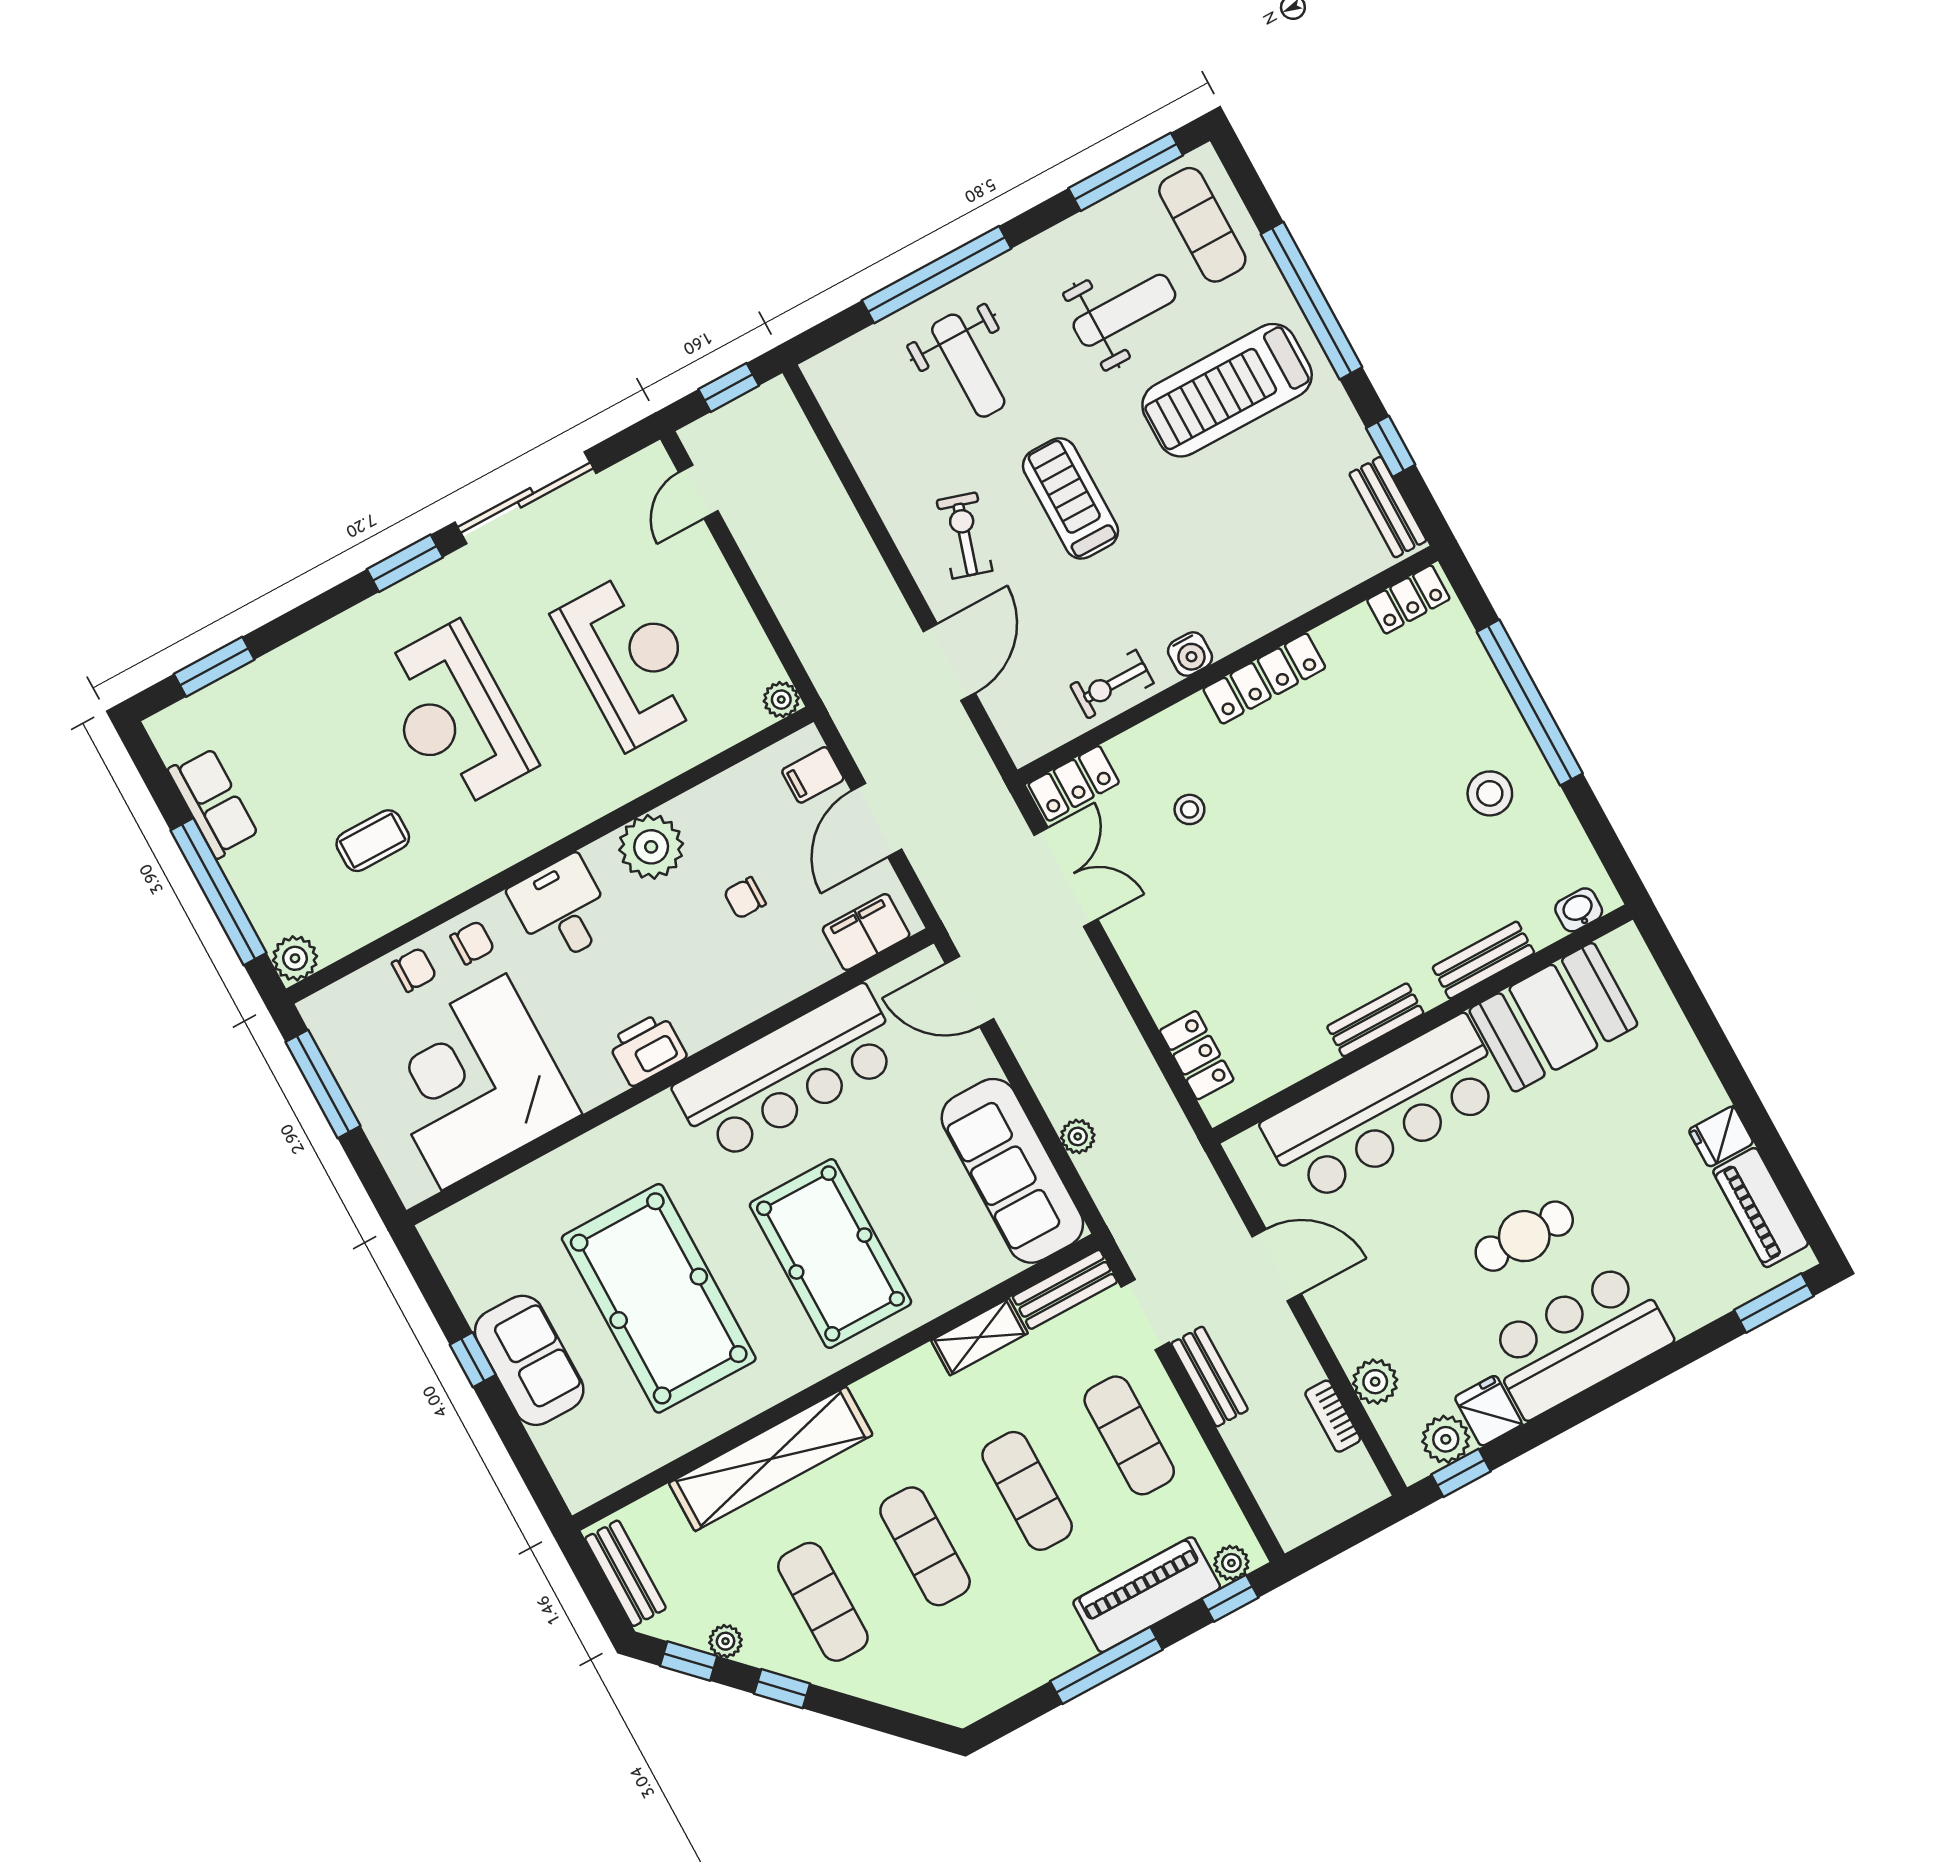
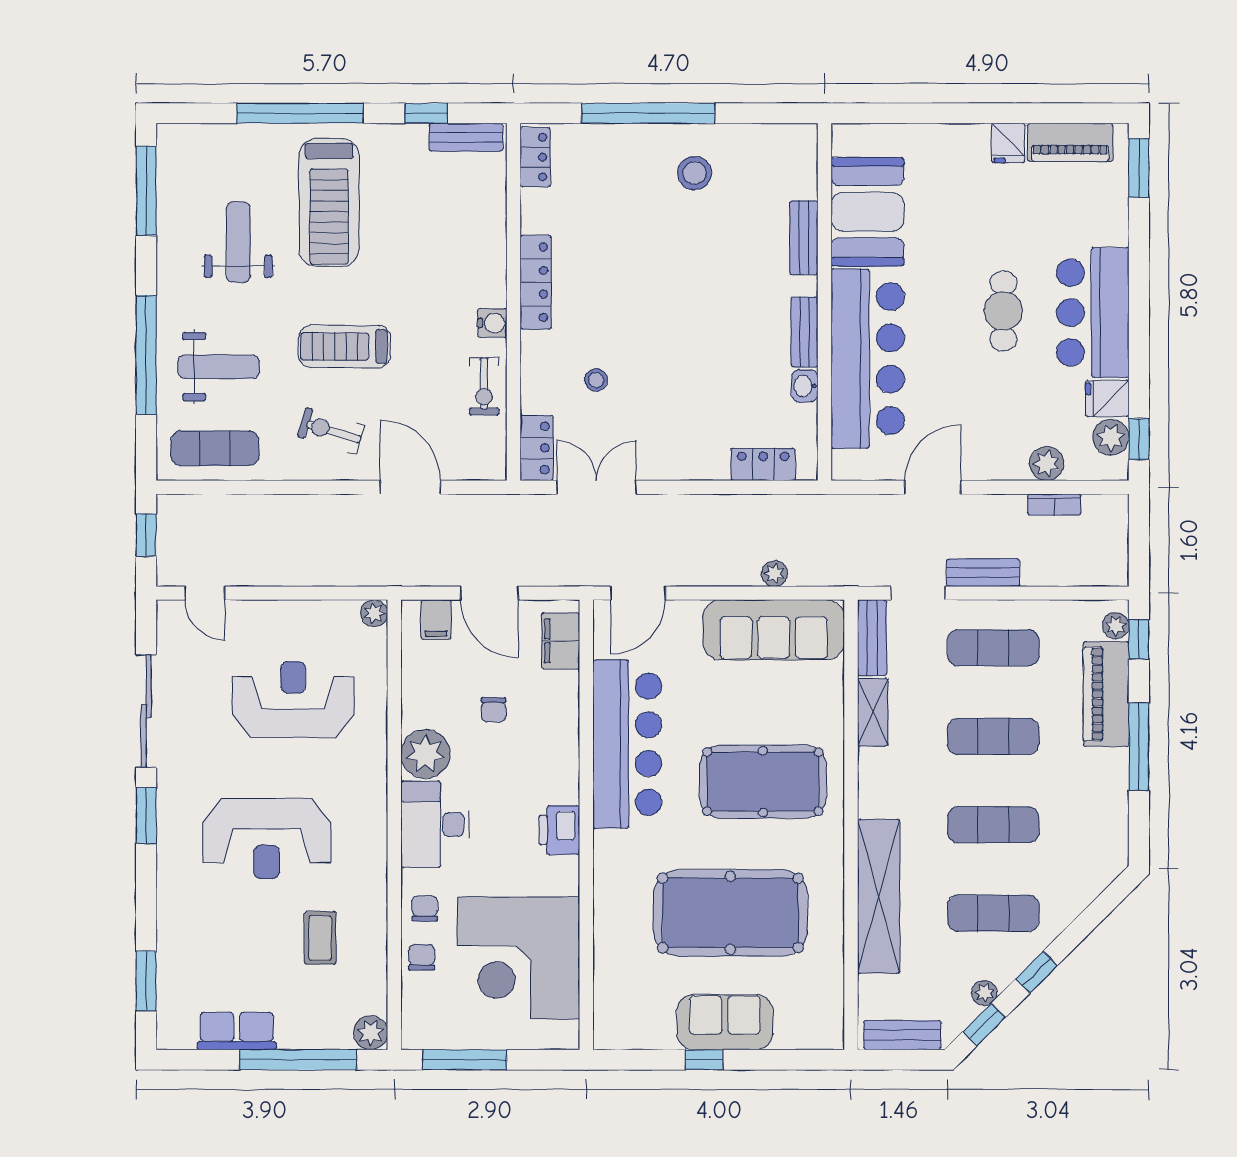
exercise mat: (1202, 225) -> (215, 448), moved
desk: (562, 909) -> (435, 824), width x1.37
washbasin: (1579, 910) -> (805, 386), moved

